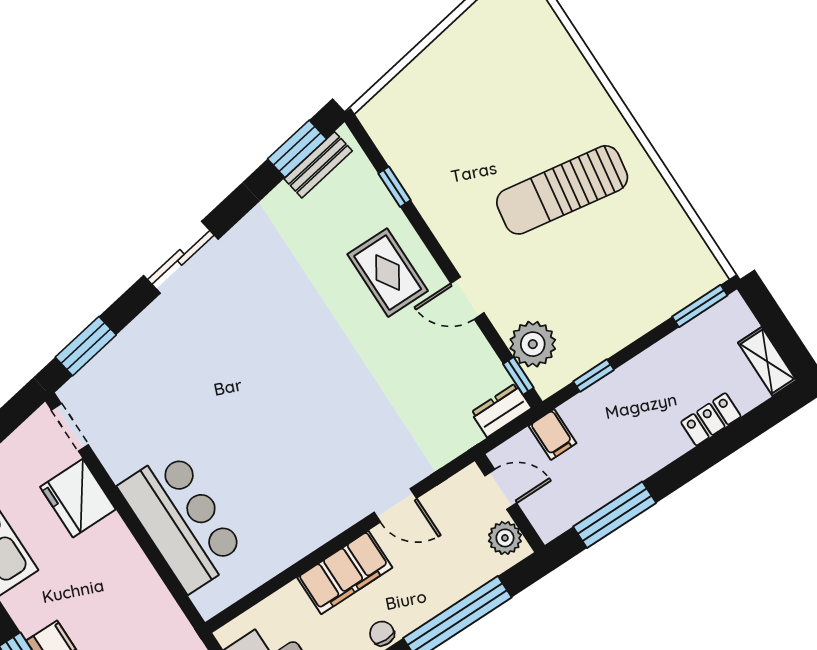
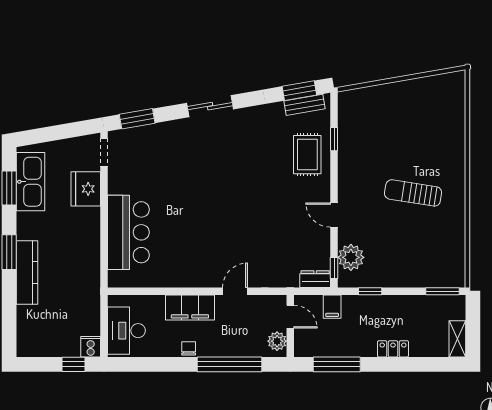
sun lounger: (562, 190) -> (413, 193), width x0.73, depth x0.75
rug: (388, 273) -> (307, 155), moved
locker: (711, 419) -> (393, 349), moved
door: (395, 505) -> (235, 291), swing flipped

